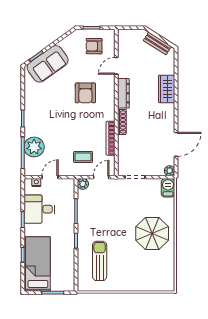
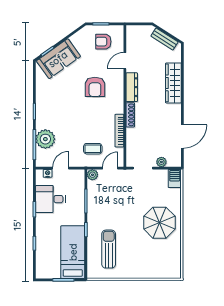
wardrobe: (167, 89) -> (173, 83), width x1.50
plant: (170, 171) -> (161, 162), moved
bed: (38, 264) -> (73, 252), moved

